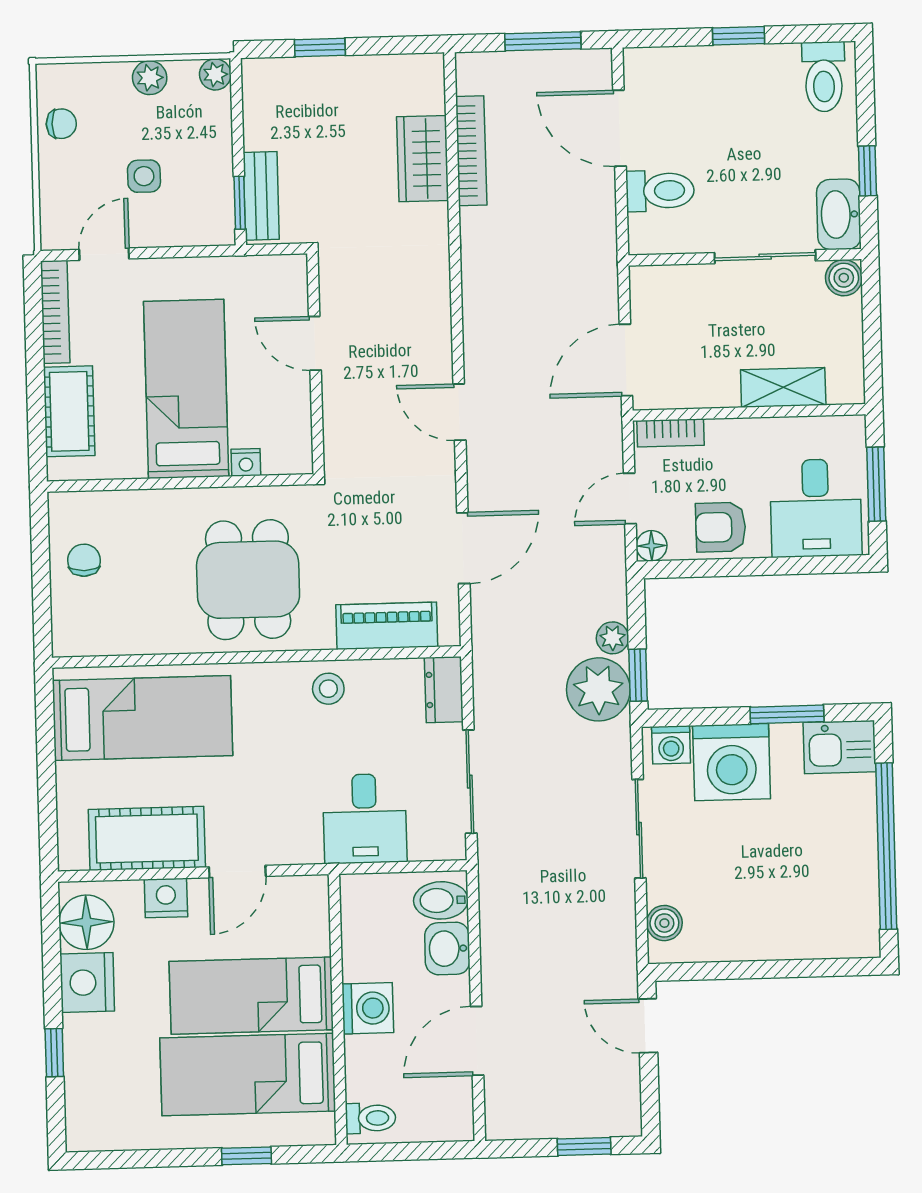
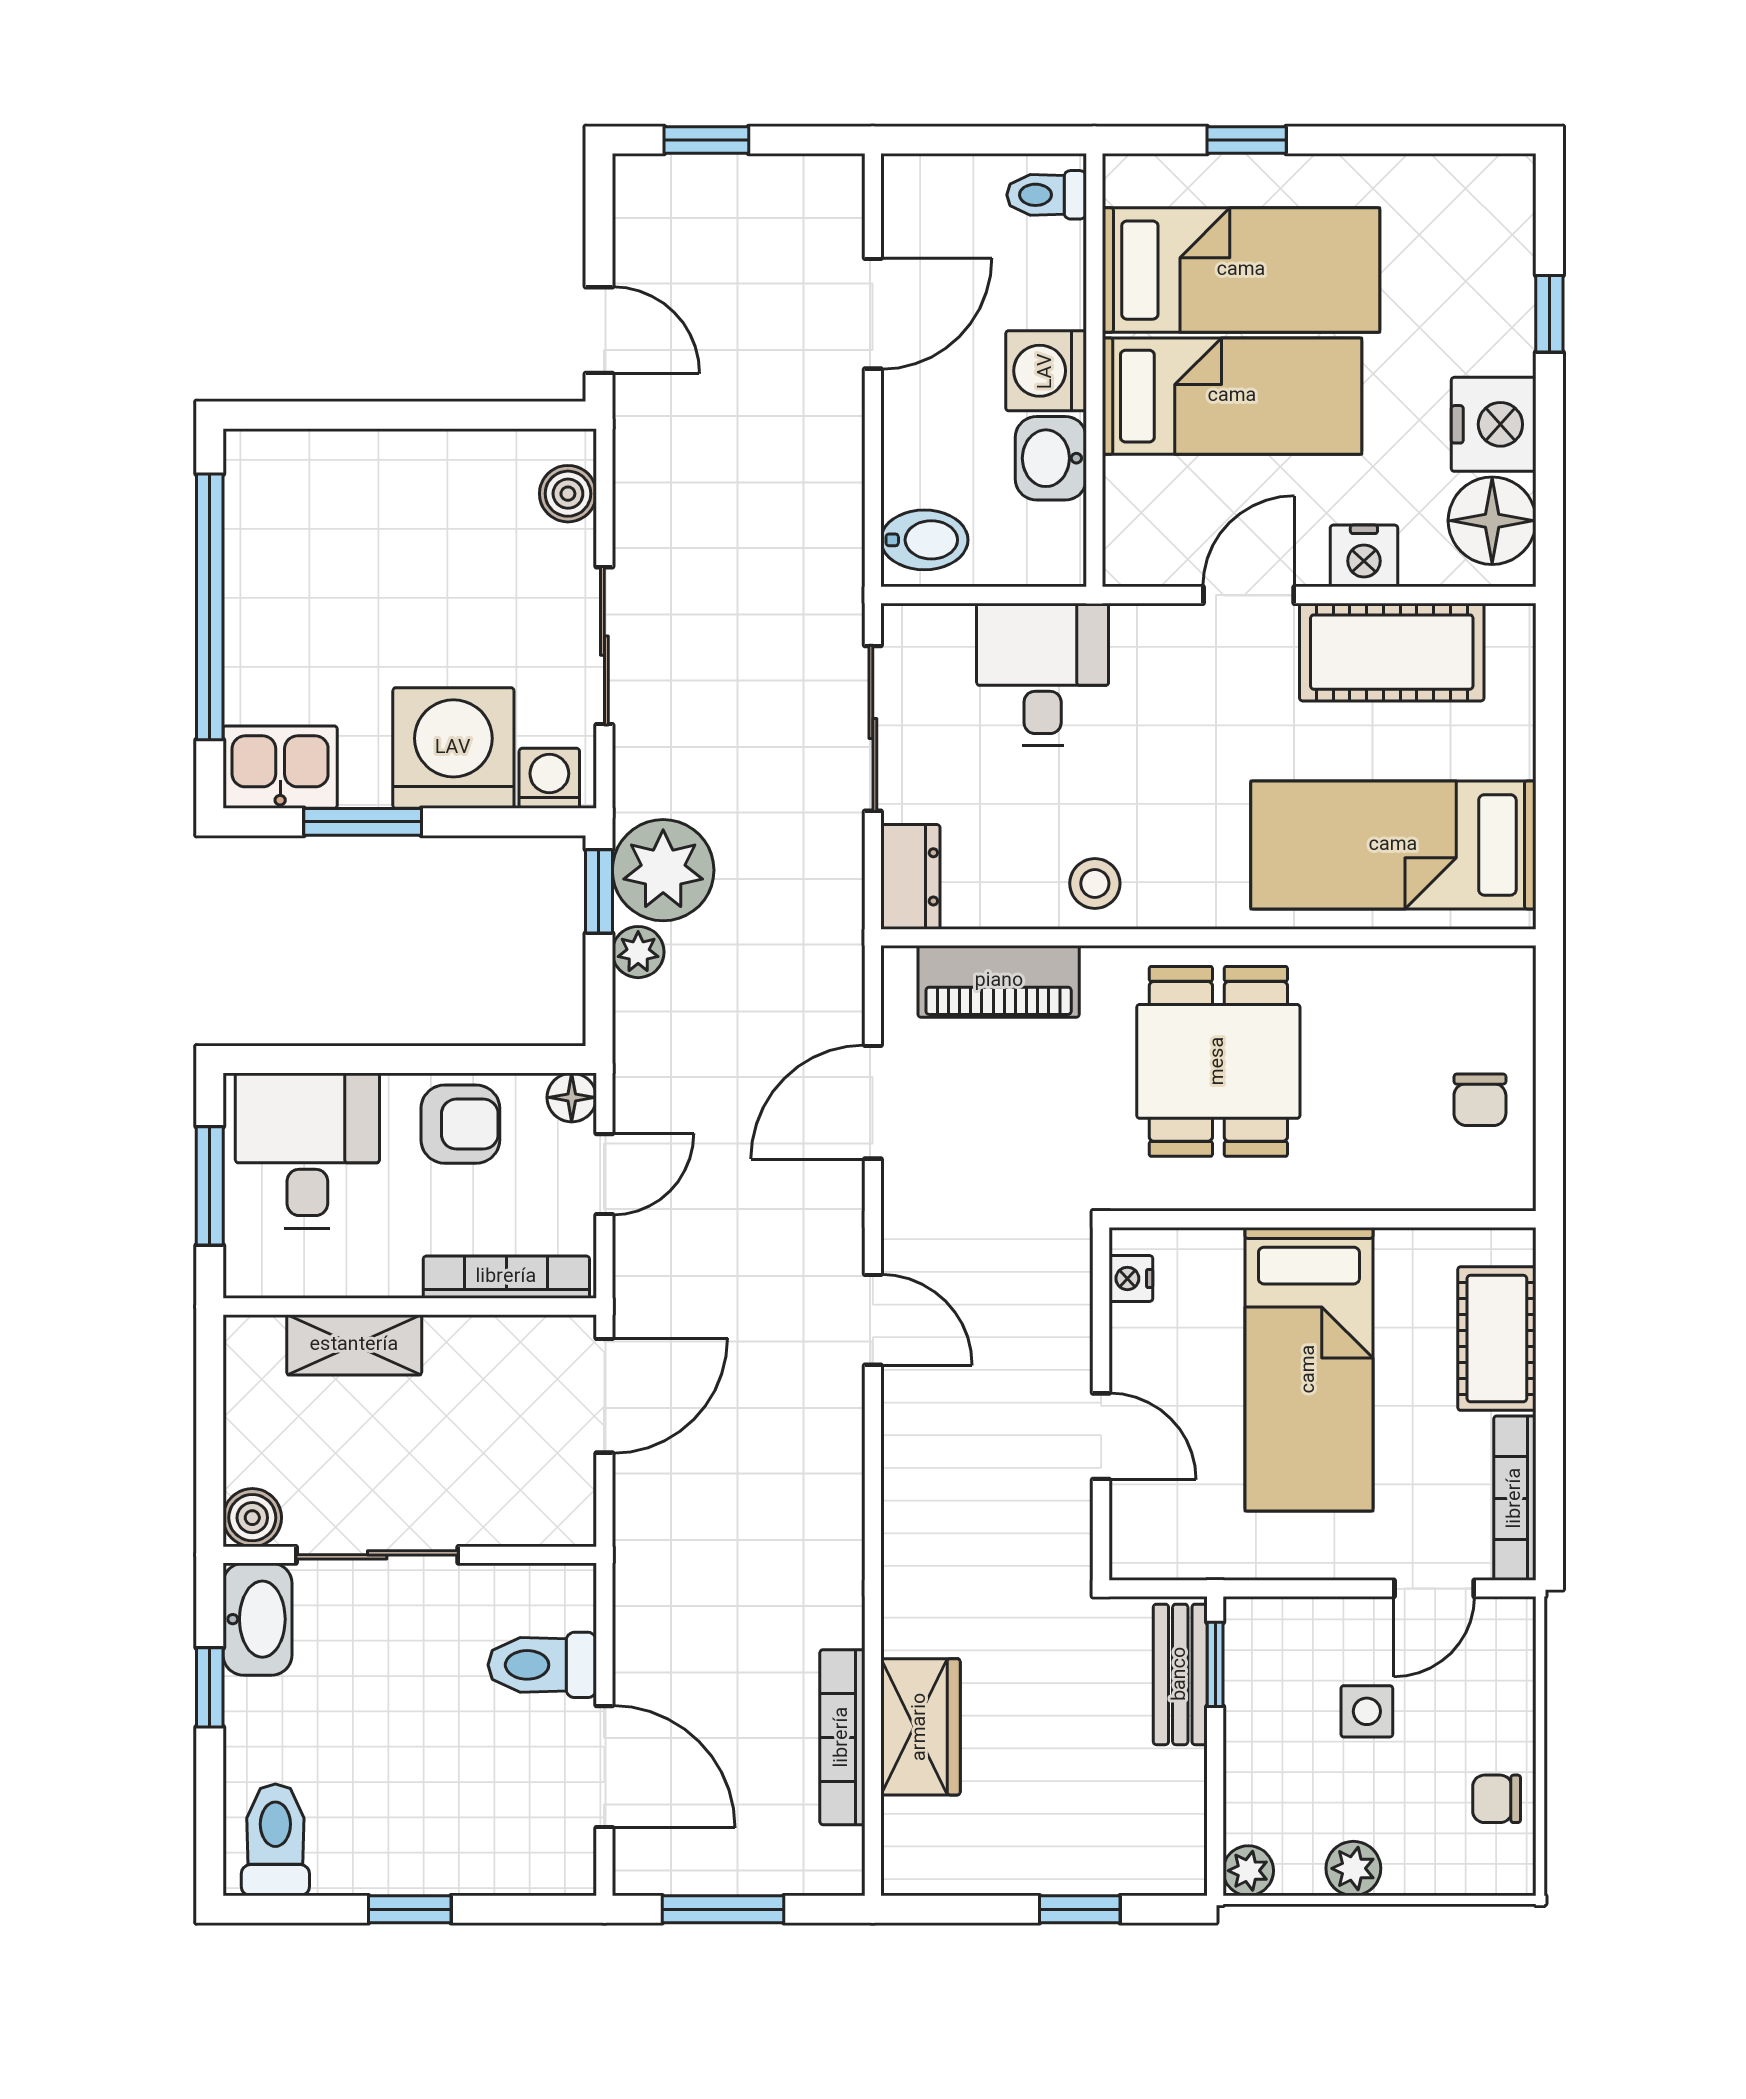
bookcase: (671, 433) -> (506, 1277), width x1.56
nightstand: (246, 462) -> (1131, 1278), moved, turned -90
washbasin: (447, 949) -> (1051, 458), moved, turned 180

